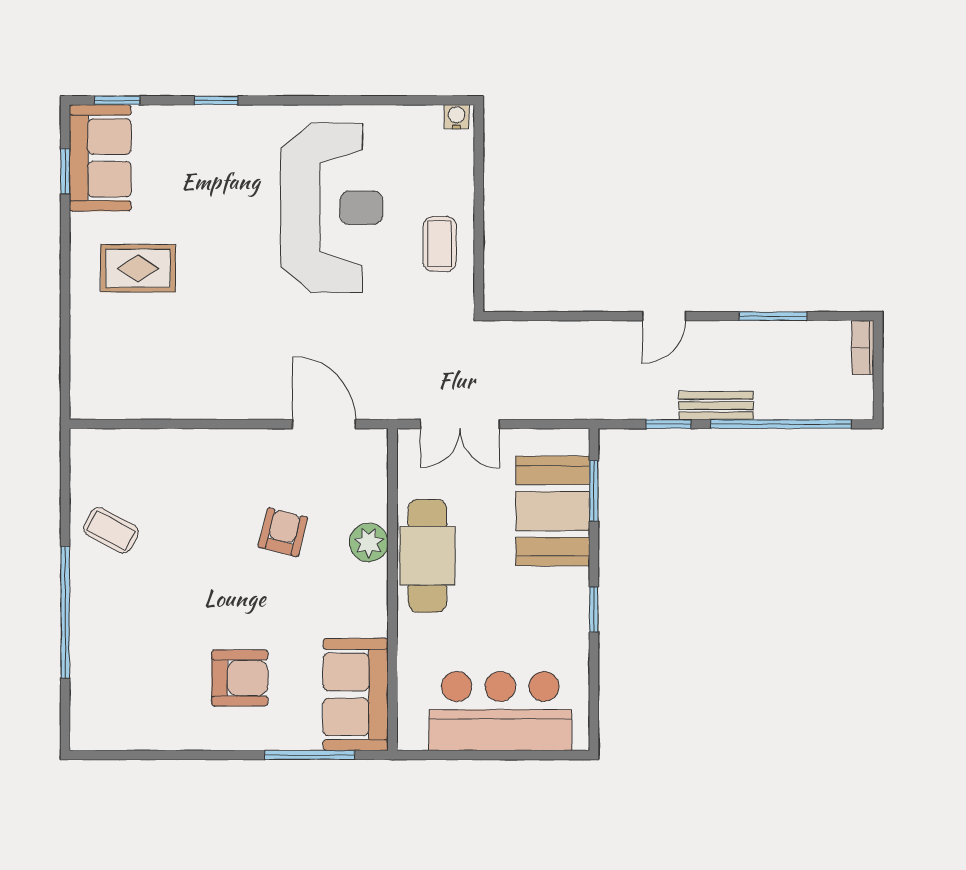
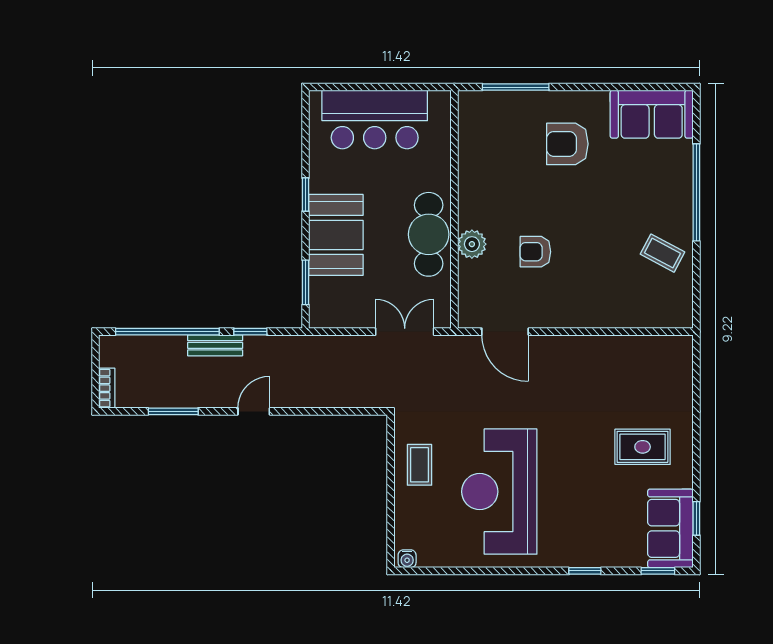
booth: (553, 511) -> (336, 235), moved
armchair: (283, 532) -> (535, 252), turned 76
sofa: (356, 694) -> (652, 114), moved, turned 90

